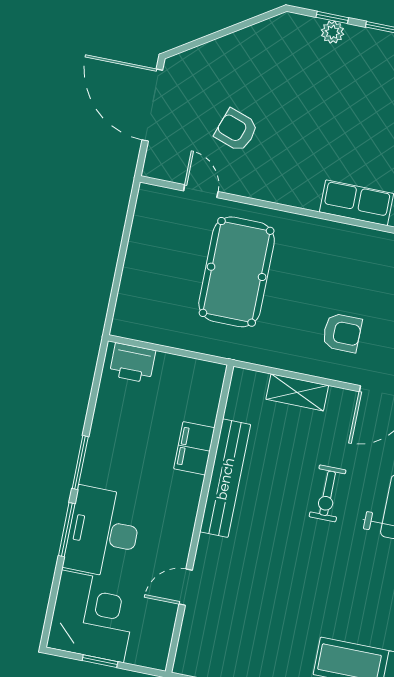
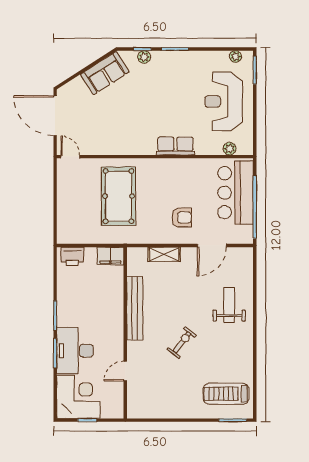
sofa: (257, 47) -> (105, 73), added
armchair: (236, 130) -> (103, 120), removed
door: (201, 191) -> (70, 157), moved
filing cabinet: (194, 448) -> (110, 256), moved, turned -90
exercise bike: (328, 493) -> (182, 342), moved, turned -142

